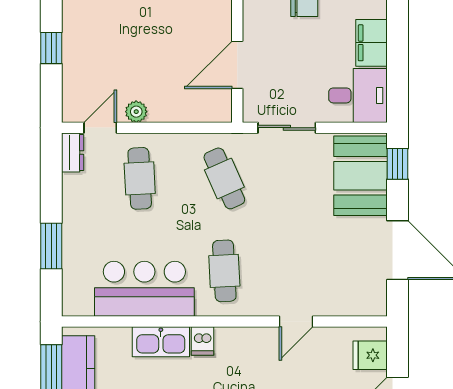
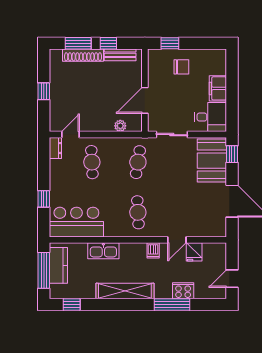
plant: (136, 112) -> (120, 126), moved
cafe table: (224, 178) -> (138, 162), turned 33
window: (51, 246) -> (44, 199), width x0.67
bar counter: (144, 289) -> (76, 222), moved
dishwasher: (202, 341) -> (153, 250), moved
fridge: (370, 355) -> (194, 252), moved, turned -90

